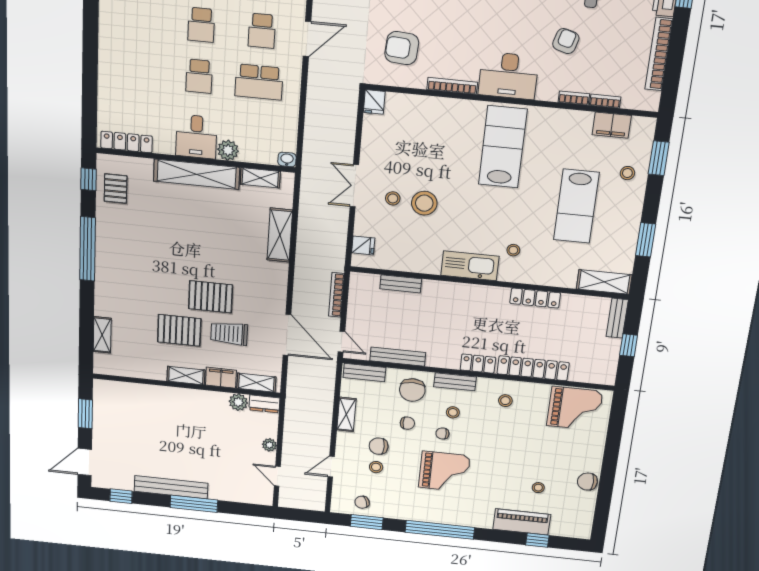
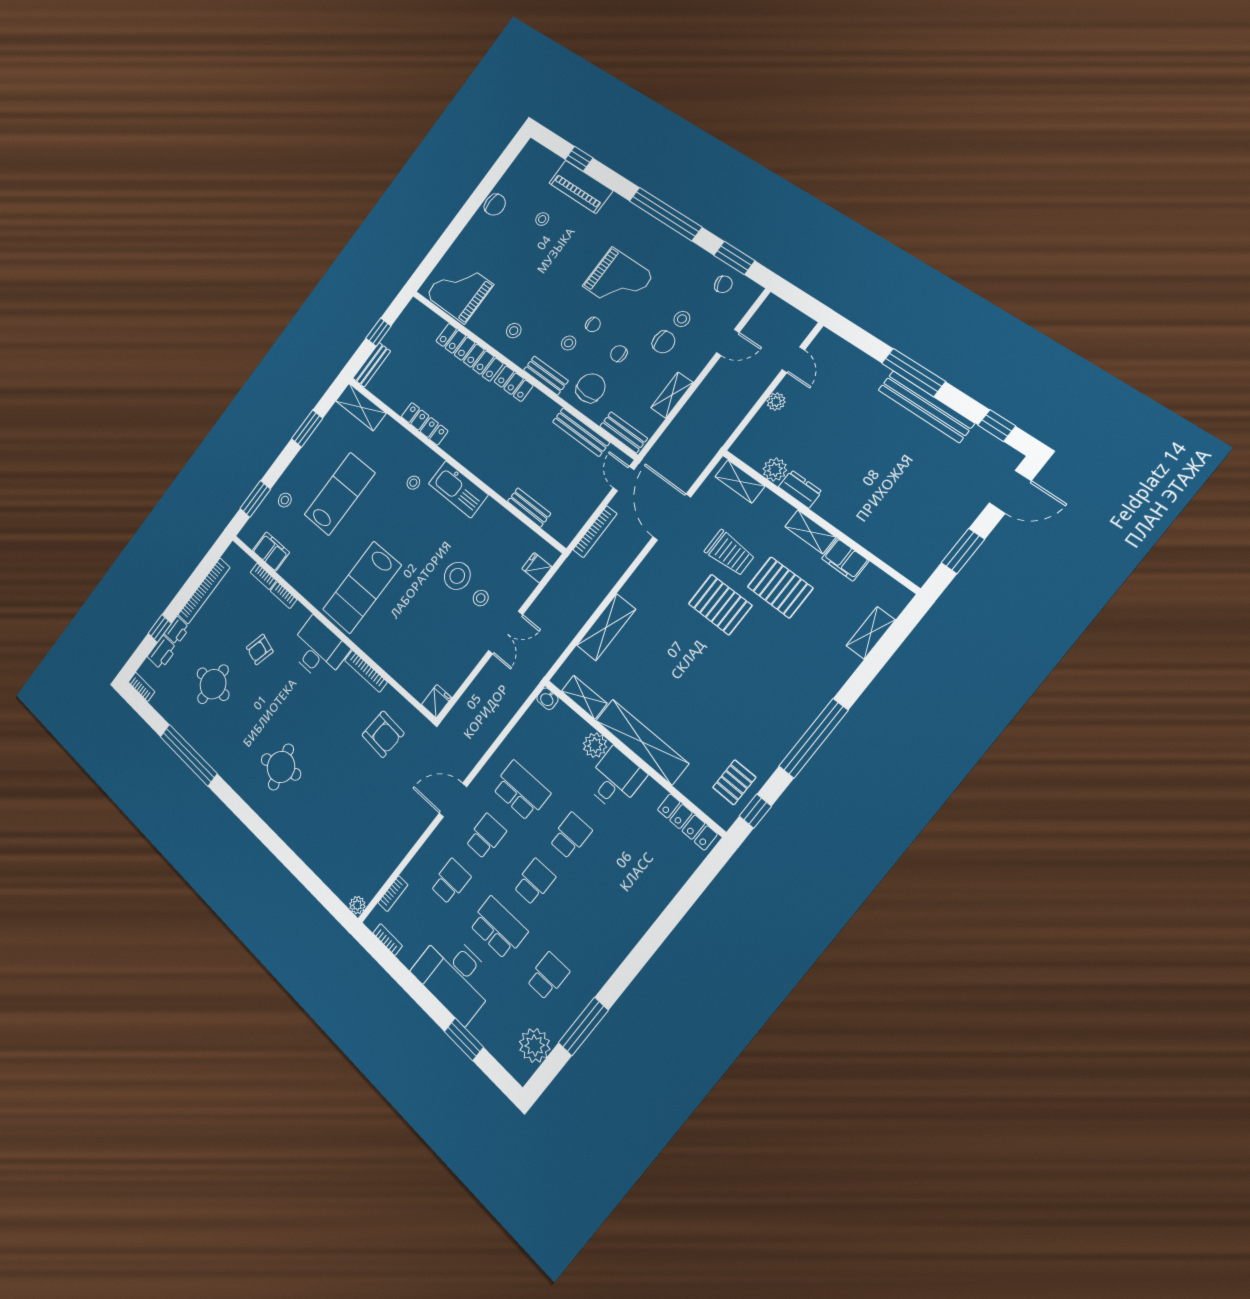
filing cabinet: (221, 378) -> (845, 560), moved
dresser: (264, 404) -> (800, 489), moved
grand piano: (444, 471) -> (618, 280), turned 180

